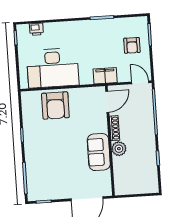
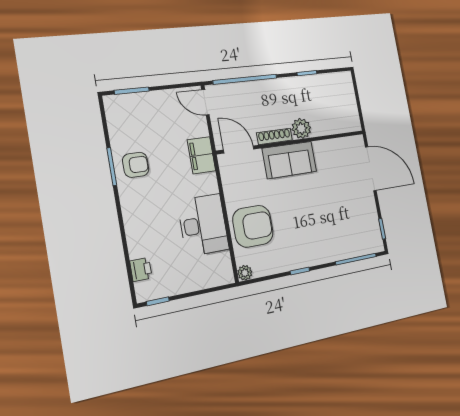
armchair: (132, 45) -> (136, 165), moved
desk: (53, 68) -> (203, 225), width x0.73, depth x0.77
door: (140, 82) -> (205, 102), hinge flipped
plant: (26, 96) -> (245, 273), added
sofa: (99, 152) -> (289, 160), moved

